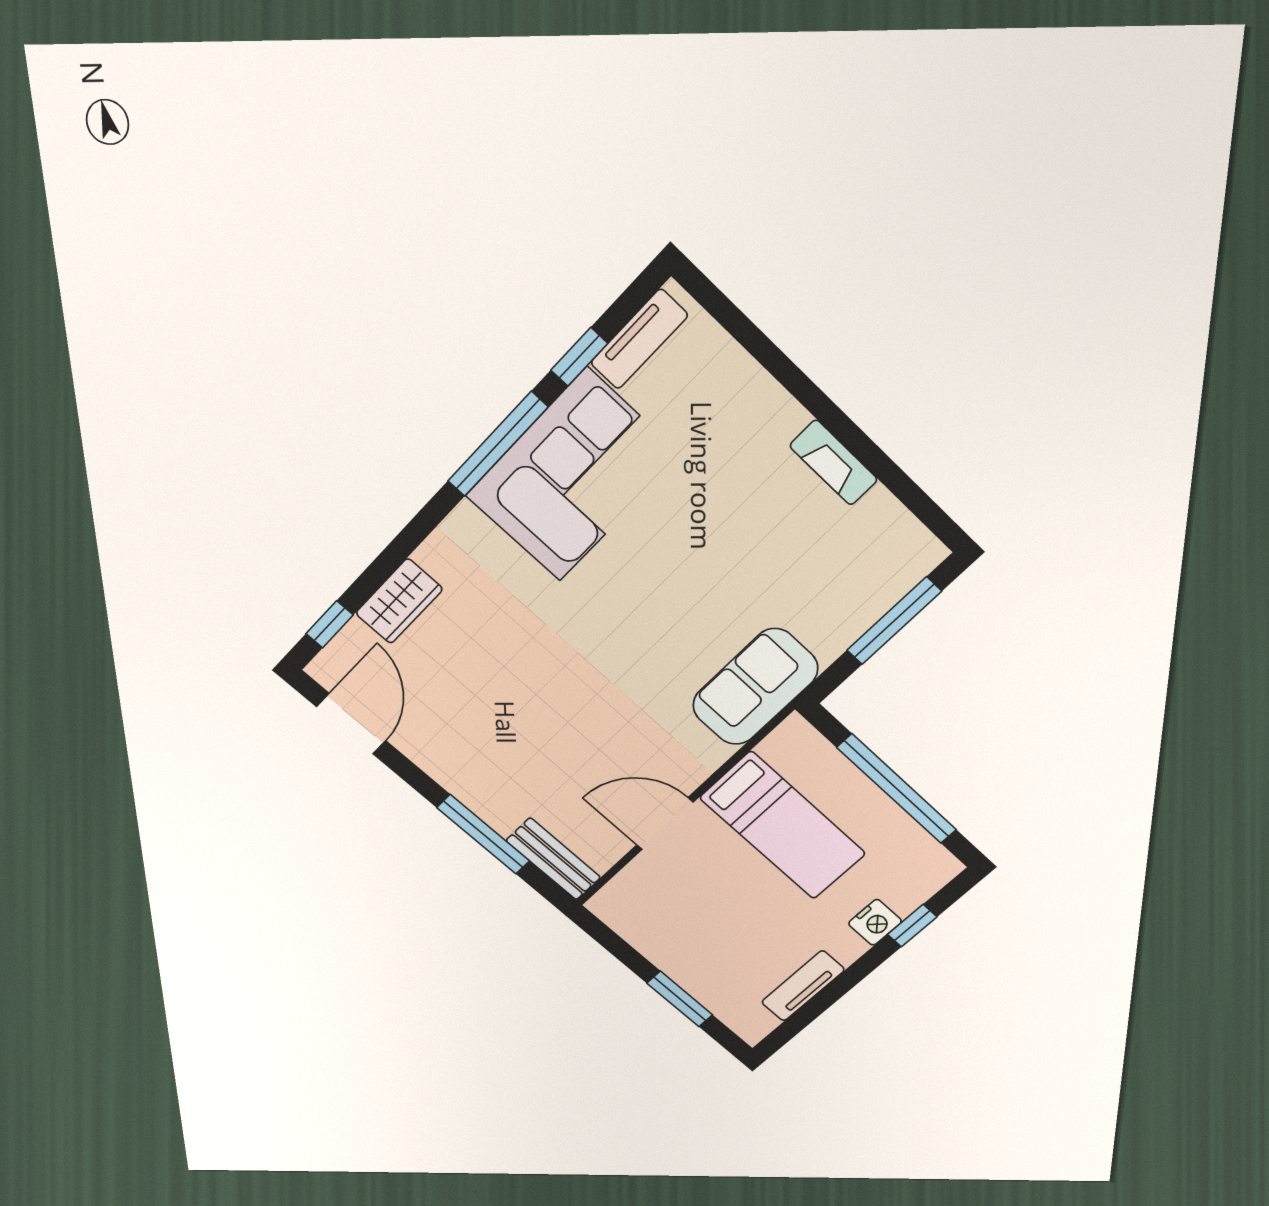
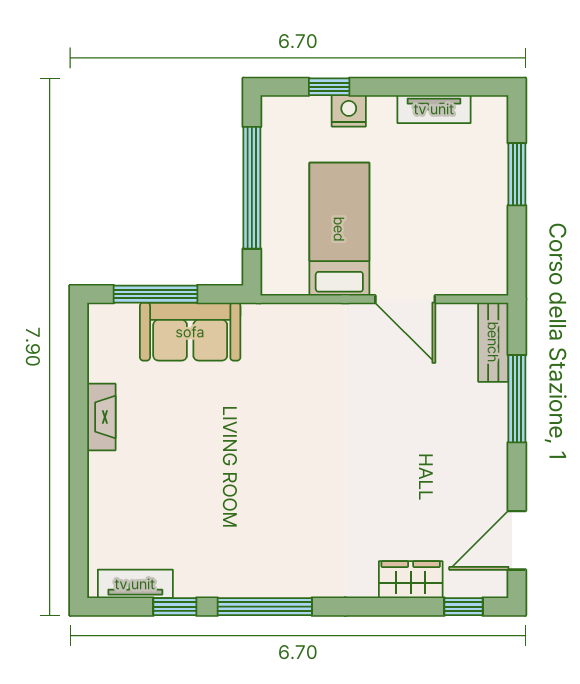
corner sofa: (573, 476) -> (243, 550), removed
sofa: (755, 687) -> (190, 332), moved

